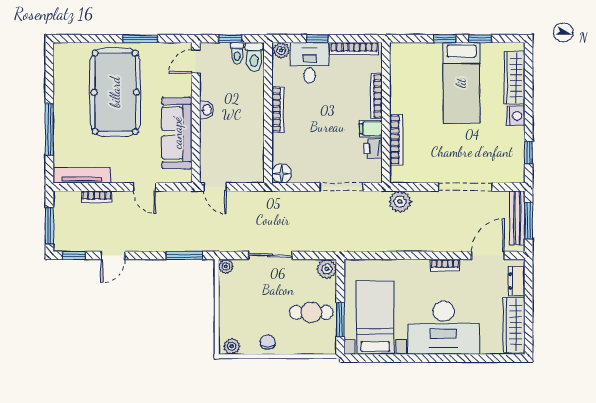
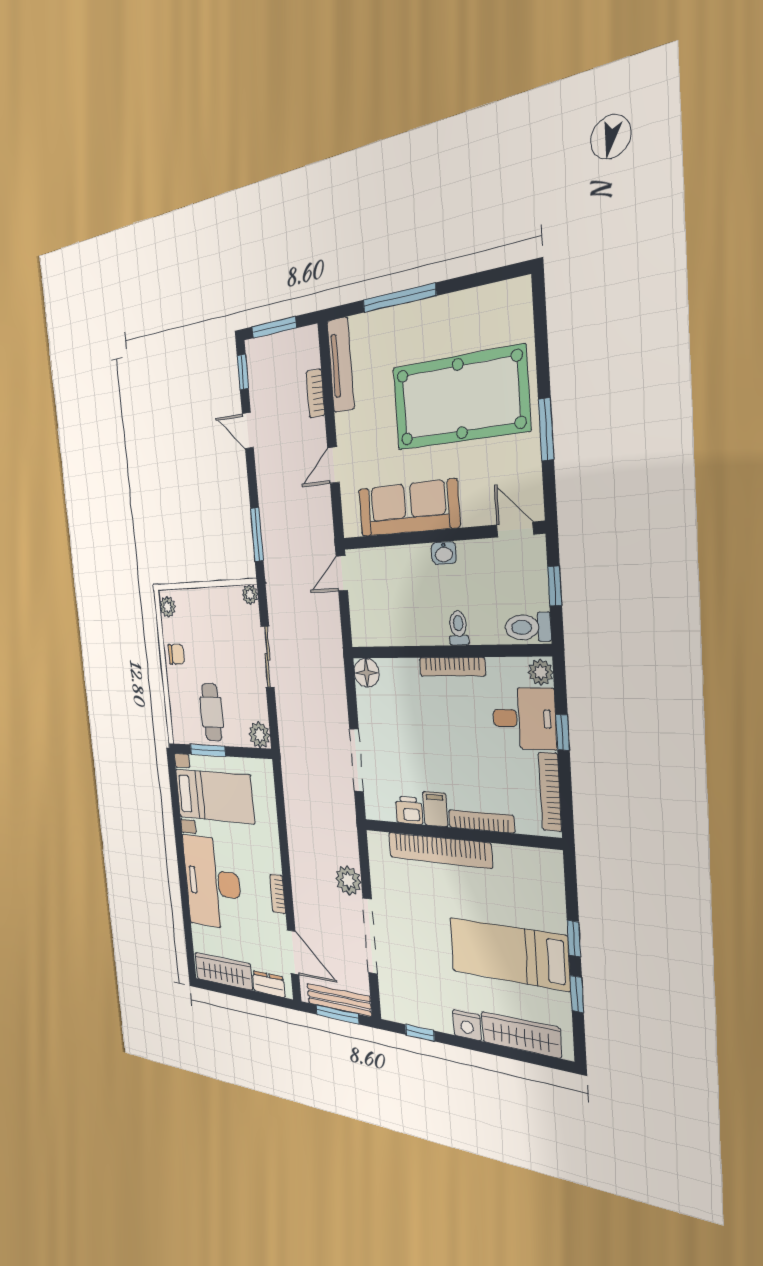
toilet: (237, 53) -> (458, 628), moved, turned 90
bookcase: (396, 140) -> (439, 850), width x1.48, depth x1.31
plant: (400, 202) -> (348, 880), moved

